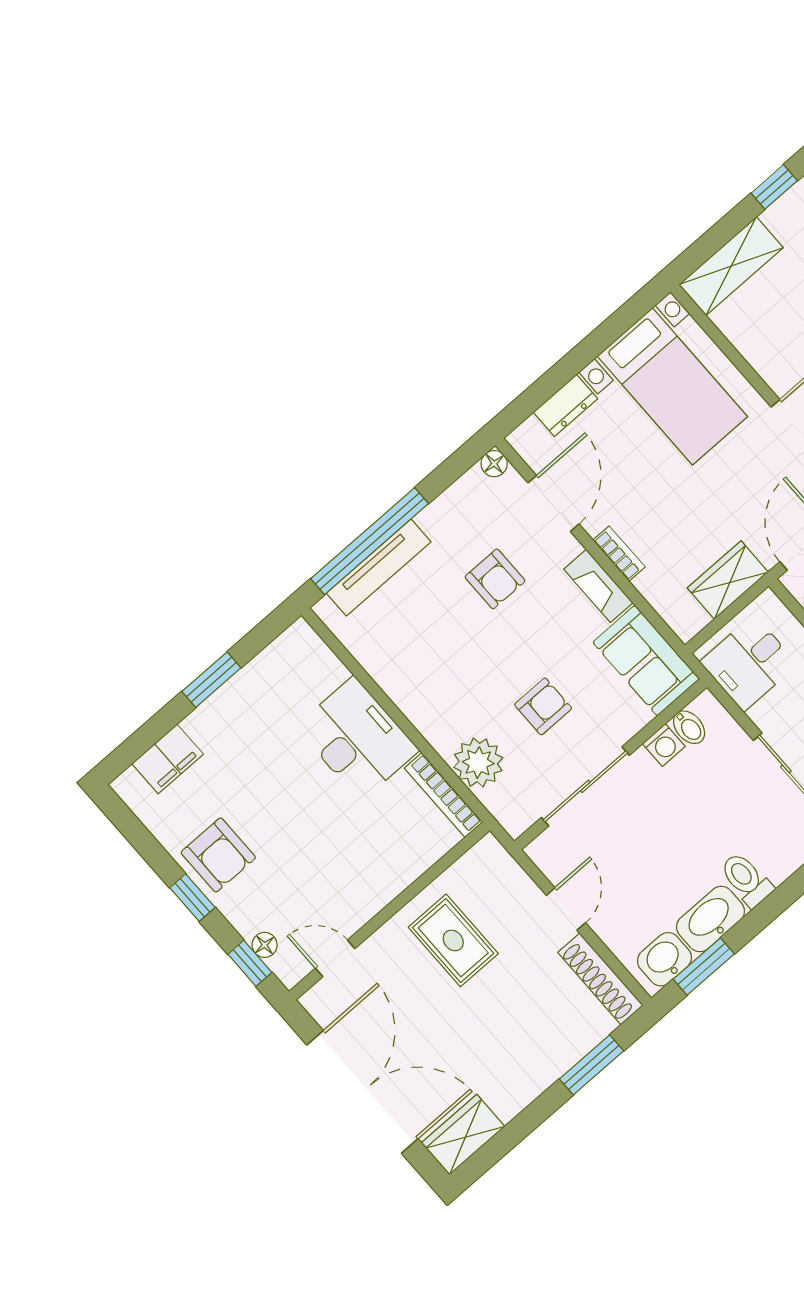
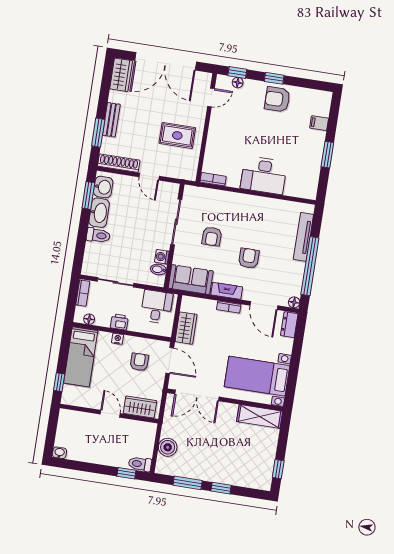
shelving: (731, 266) -> (260, 416), moved, turned 90
dresser: (565, 405) -> (289, 325), moved
window: (370, 541) -> (310, 266), moved
armchair: (495, 579) -> (249, 258), moved, turned 90
filing cabinet: (168, 759) -> (319, 123), width x0.50
plant: (478, 763) -> (218, 200), removed
bookcase: (444, 795) -> (213, 179), width x0.64
bench: (549, 1068) -> (111, 120), added

